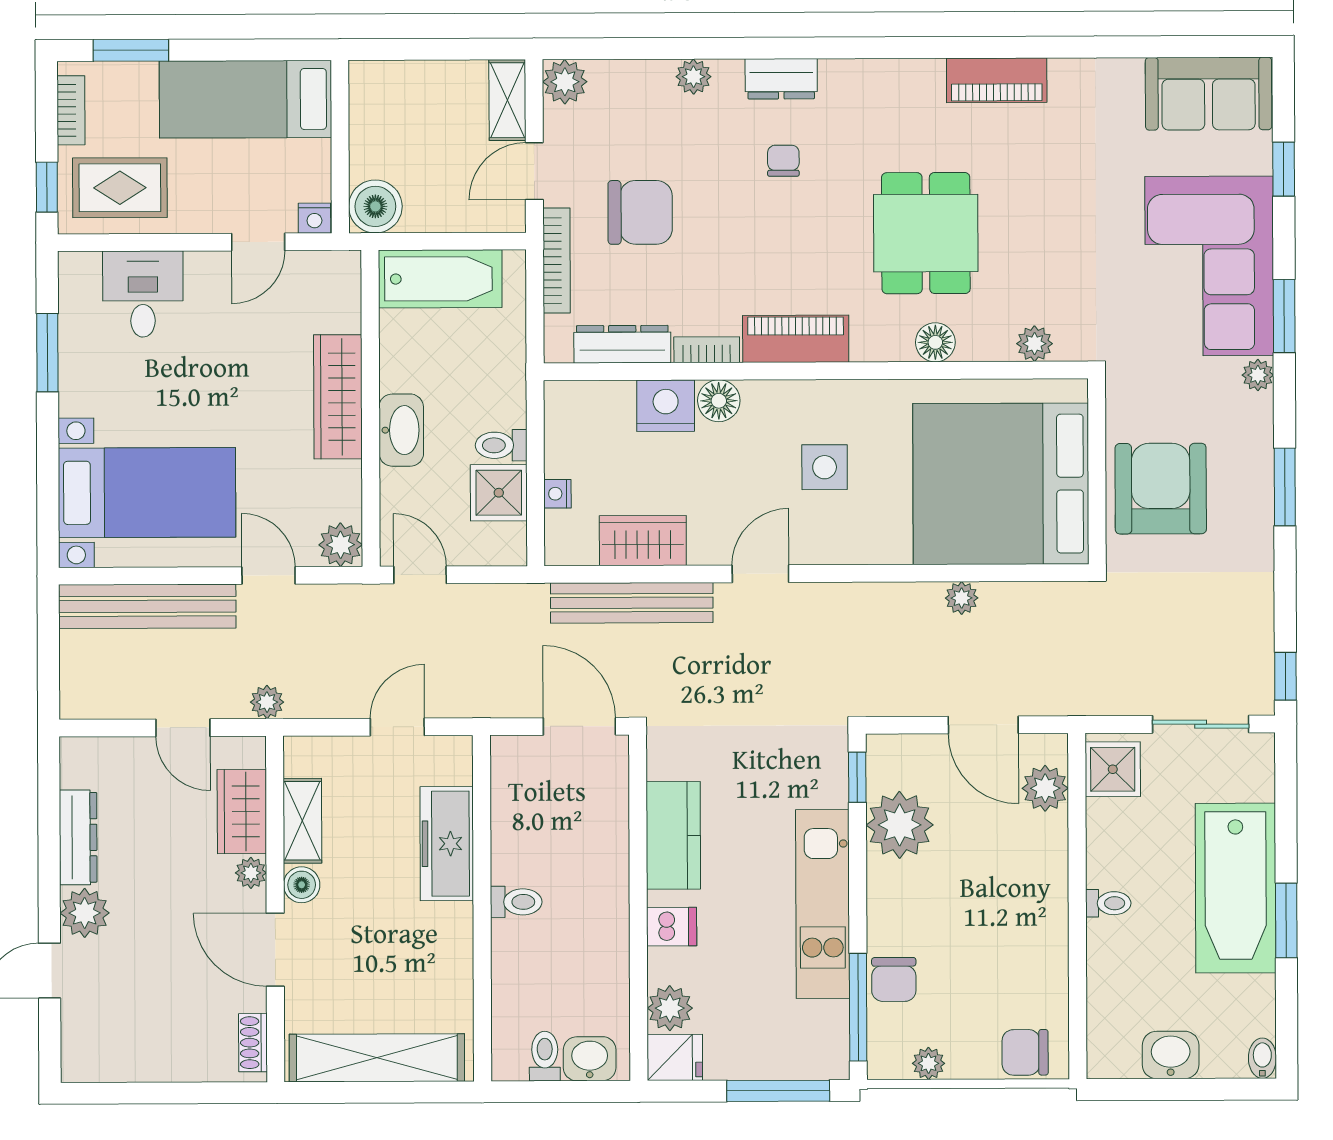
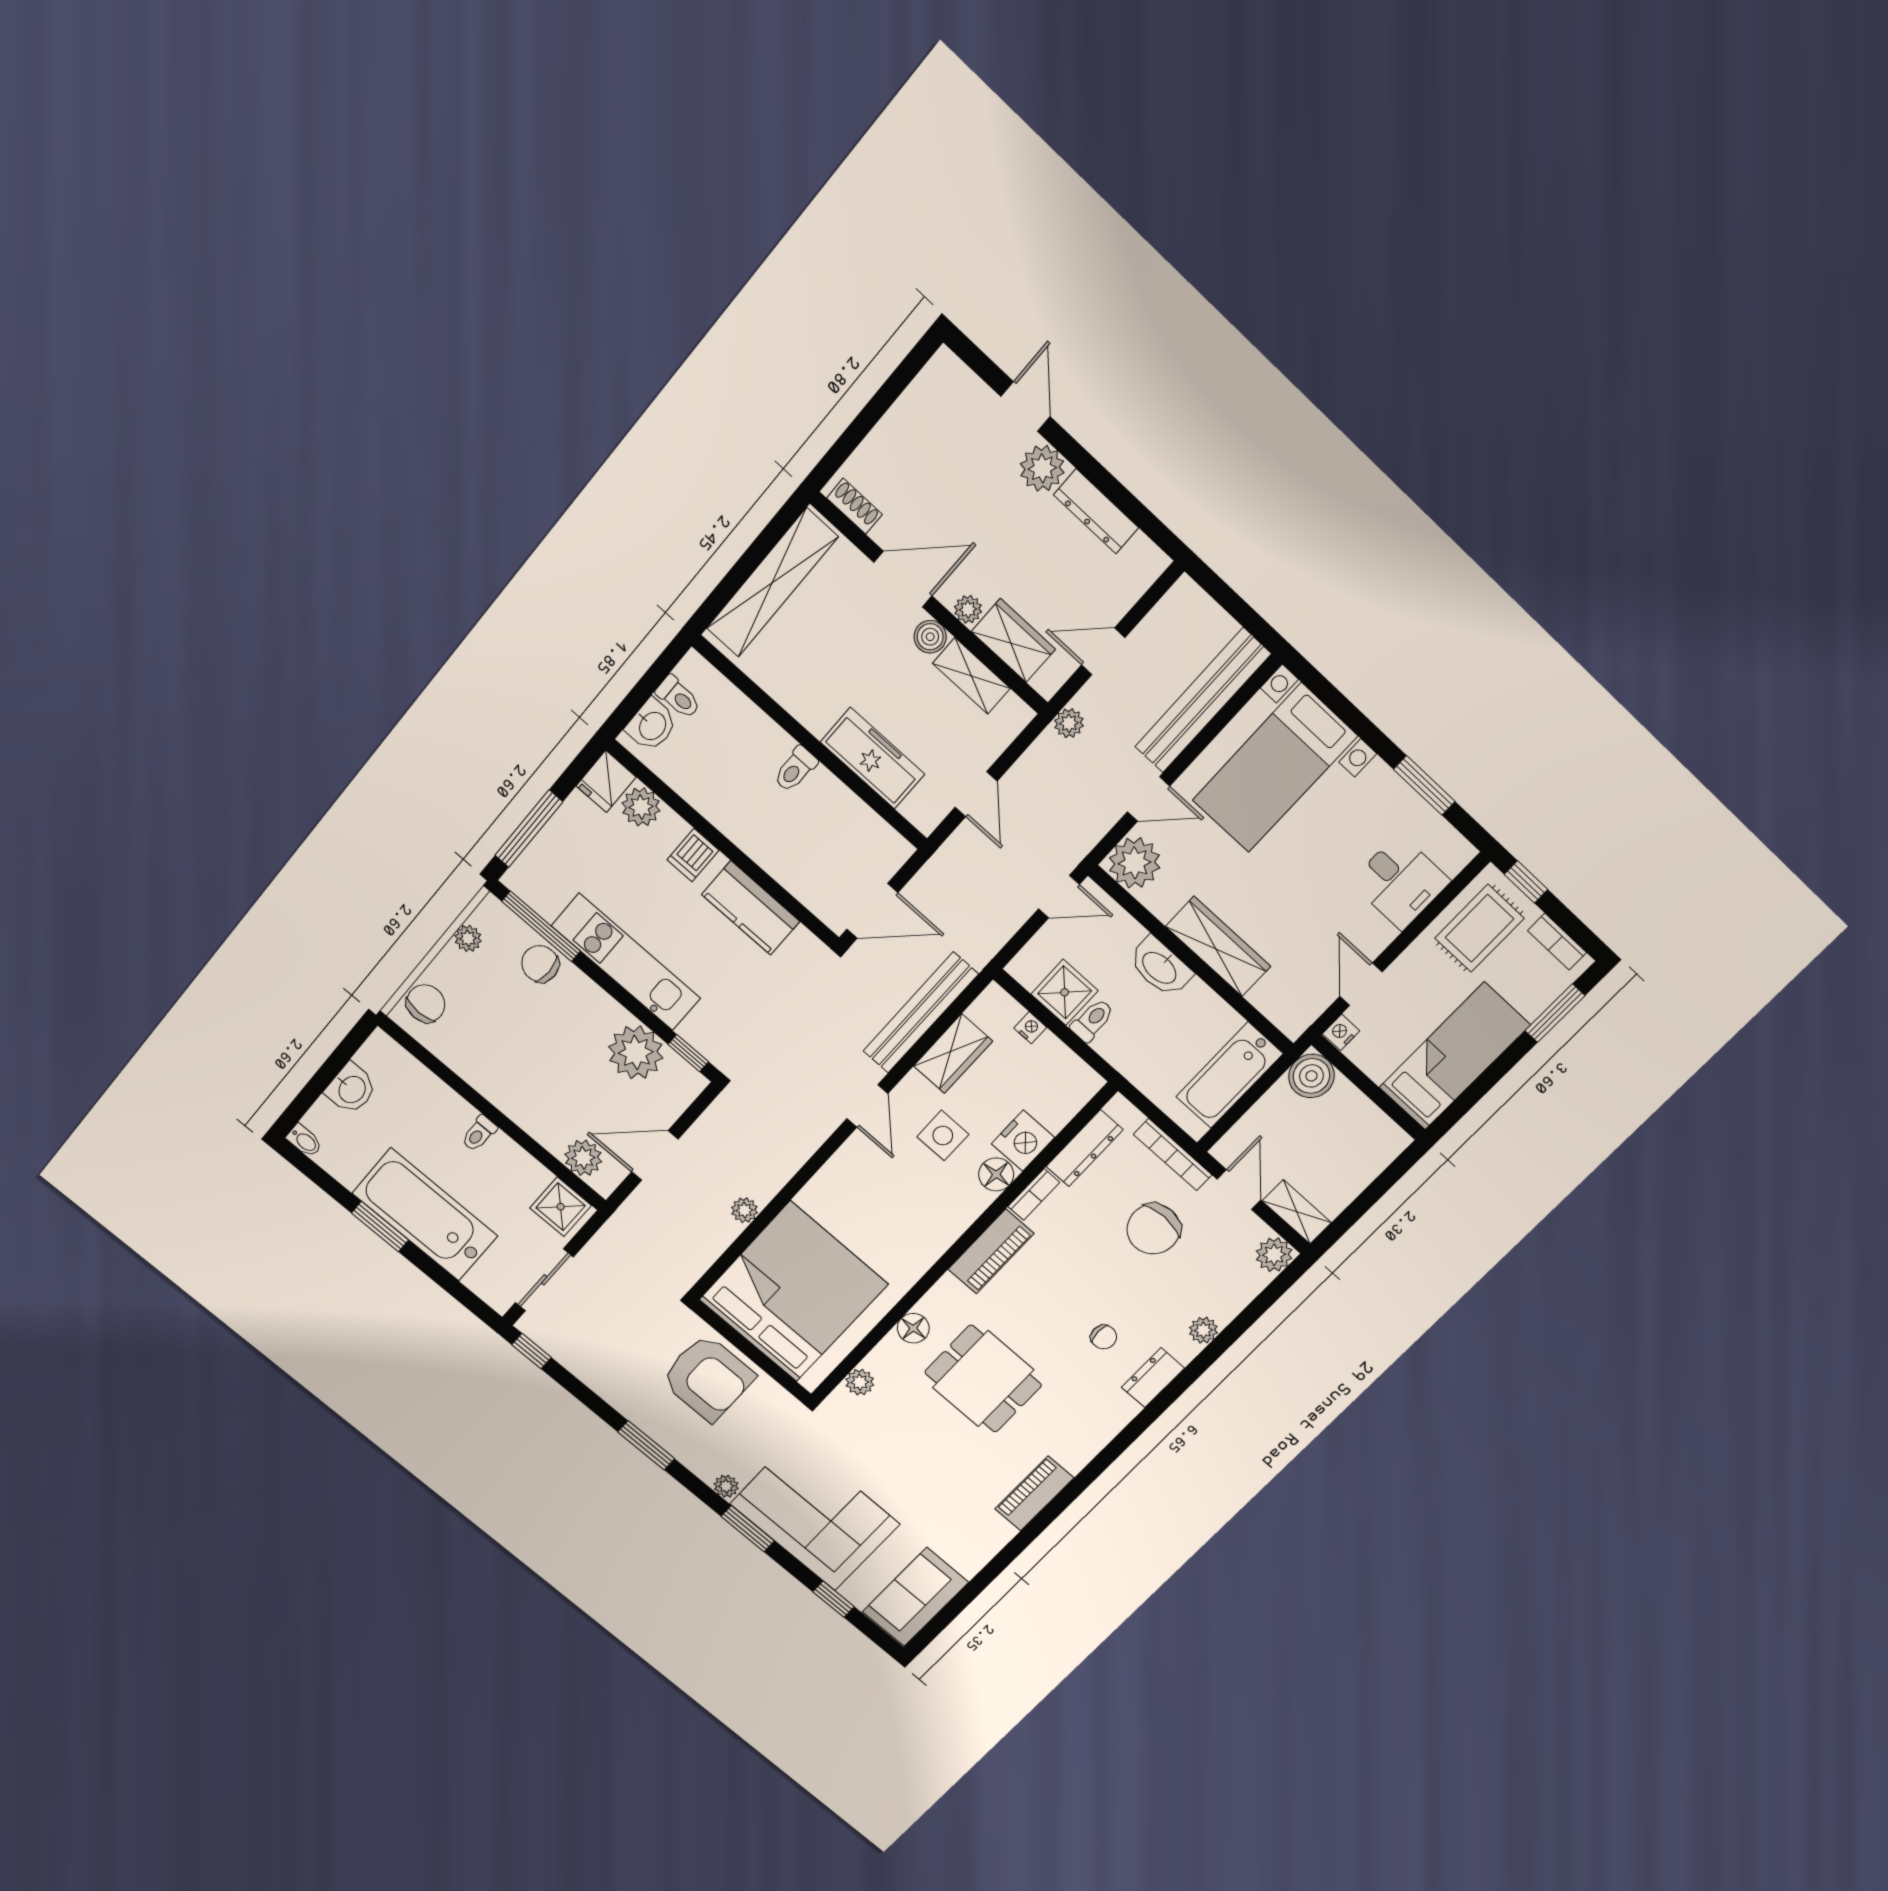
side table: (825, 467) -> (943, 1136), moved
plant: (341, 545) -> (1135, 863), width x1.36, depth x1.36

